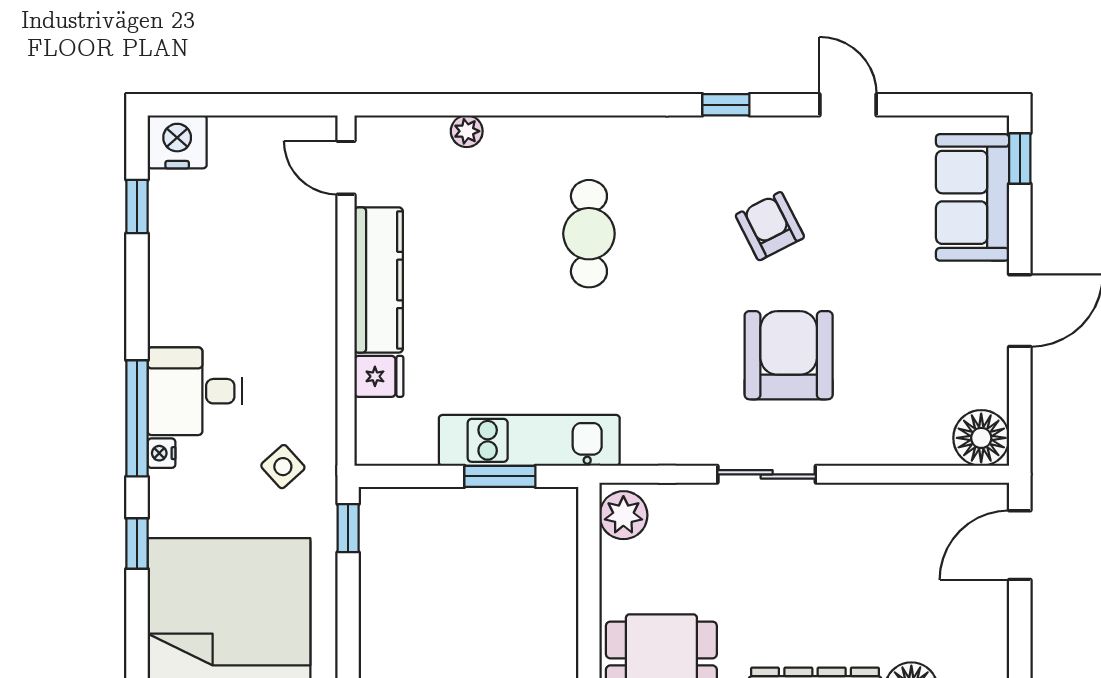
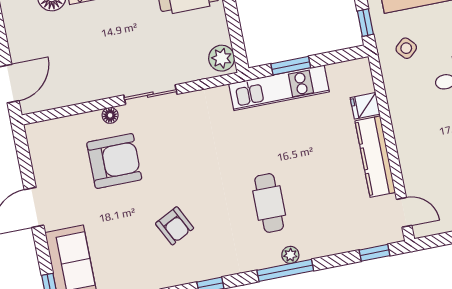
window: (415, 105) -> (374, 253), added
window: (584, 105) -> (285, 270), added
plant: (467, 131) -> (290, 255), moved
armchair: (789, 355) -> (114, 161), moved, turned -90
floor lamp: (981, 438) -> (110, 115), moved, width x0.53, depth x0.53

